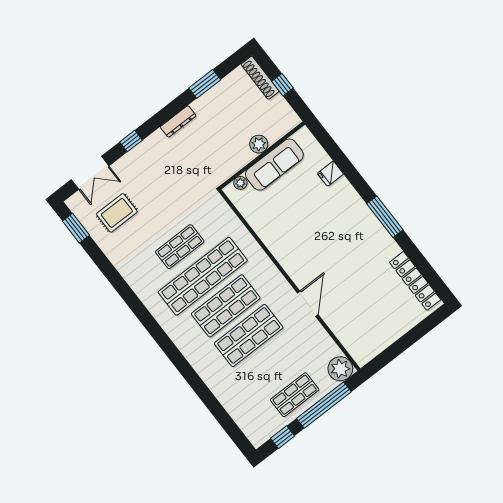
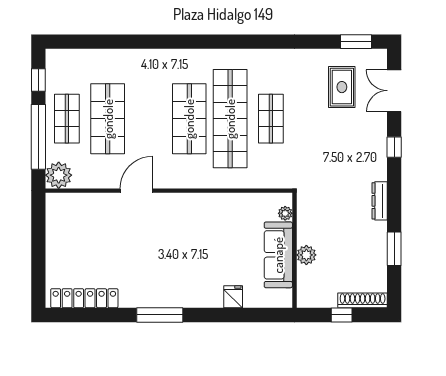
door: (308, 304) -> (136, 191), swing flipped
shop shelf: (249, 335) -> (108, 119), moved

